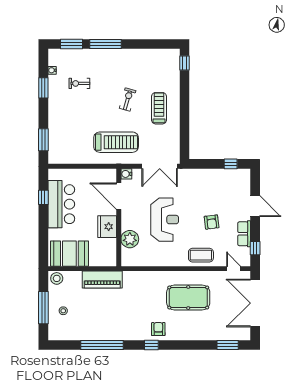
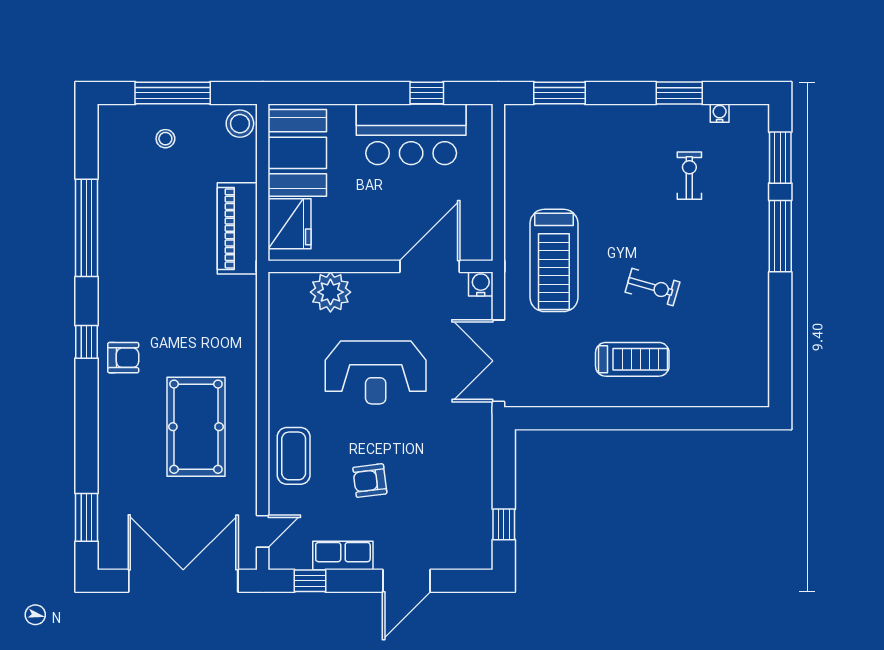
window: (185, 63) -> (736, 418), removed
fridge: (107, 227) -> (289, 224), moved, turned 90

